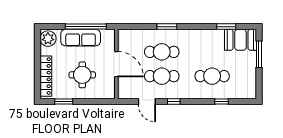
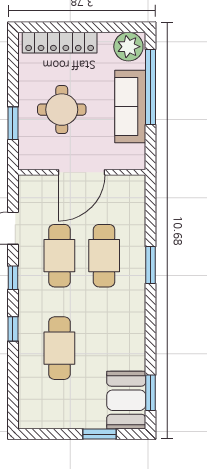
window: (86, 27) -> (151, 87), moved
window: (226, 27) -> (151, 393), moved
window: (259, 54) -> (100, 434), width x0.69
window: (64, 101) -> (13, 123), moved
window: (221, 101) -> (13, 329), moved

